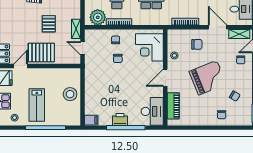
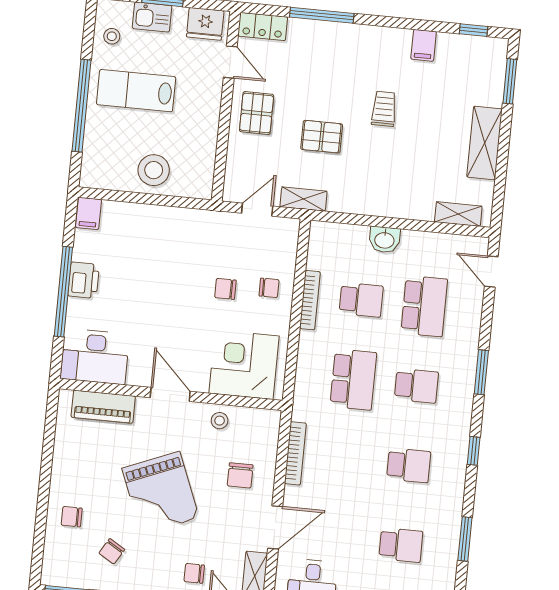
plant: (98, 17) -> (325, 252), removed
pallet: (41, 53) -> (257, 113), width x0.67, depth x0.71

